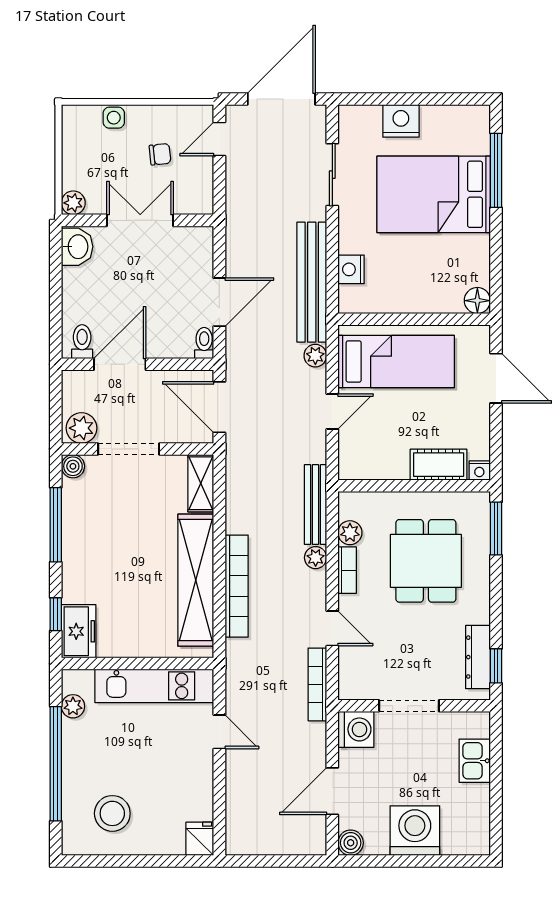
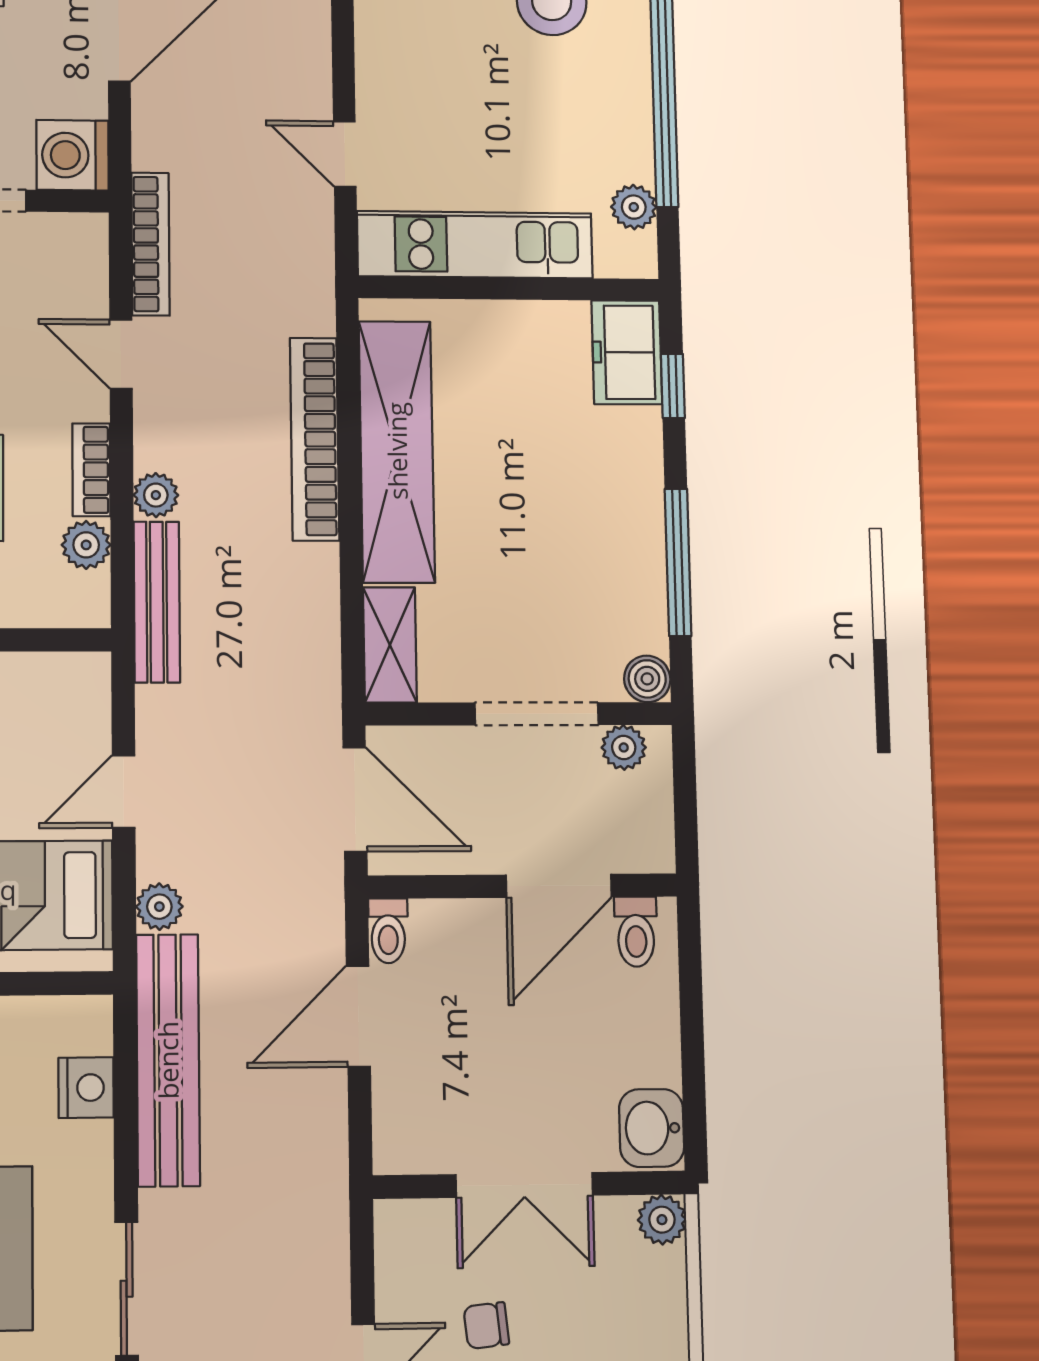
plant: (81, 428) -> (624, 747), width x0.73, depth x0.73

